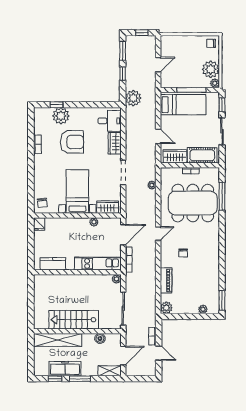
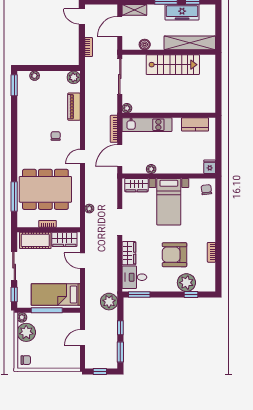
window: (105, 105) -> (139, 294), added
door: (159, 353) -> (82, 16), moved

